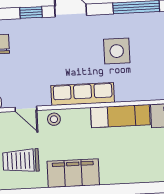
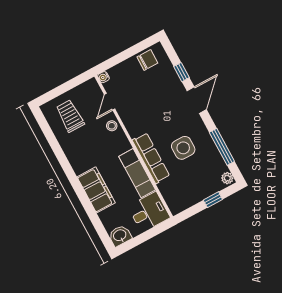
row of seats: (83, 94) -> (151, 158), moved
filing cabinet: (73, 173) -> (96, 190), moved

